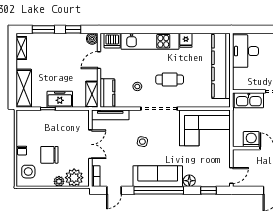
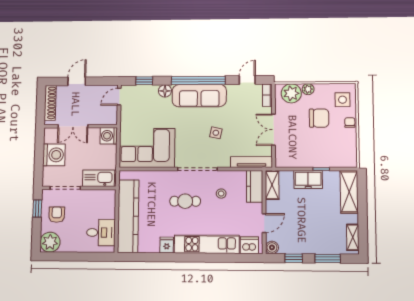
desk: (246, 51) -> (101, 233), width x0.73
washing machine: (251, 139) -> (109, 136), moved, turned 90

